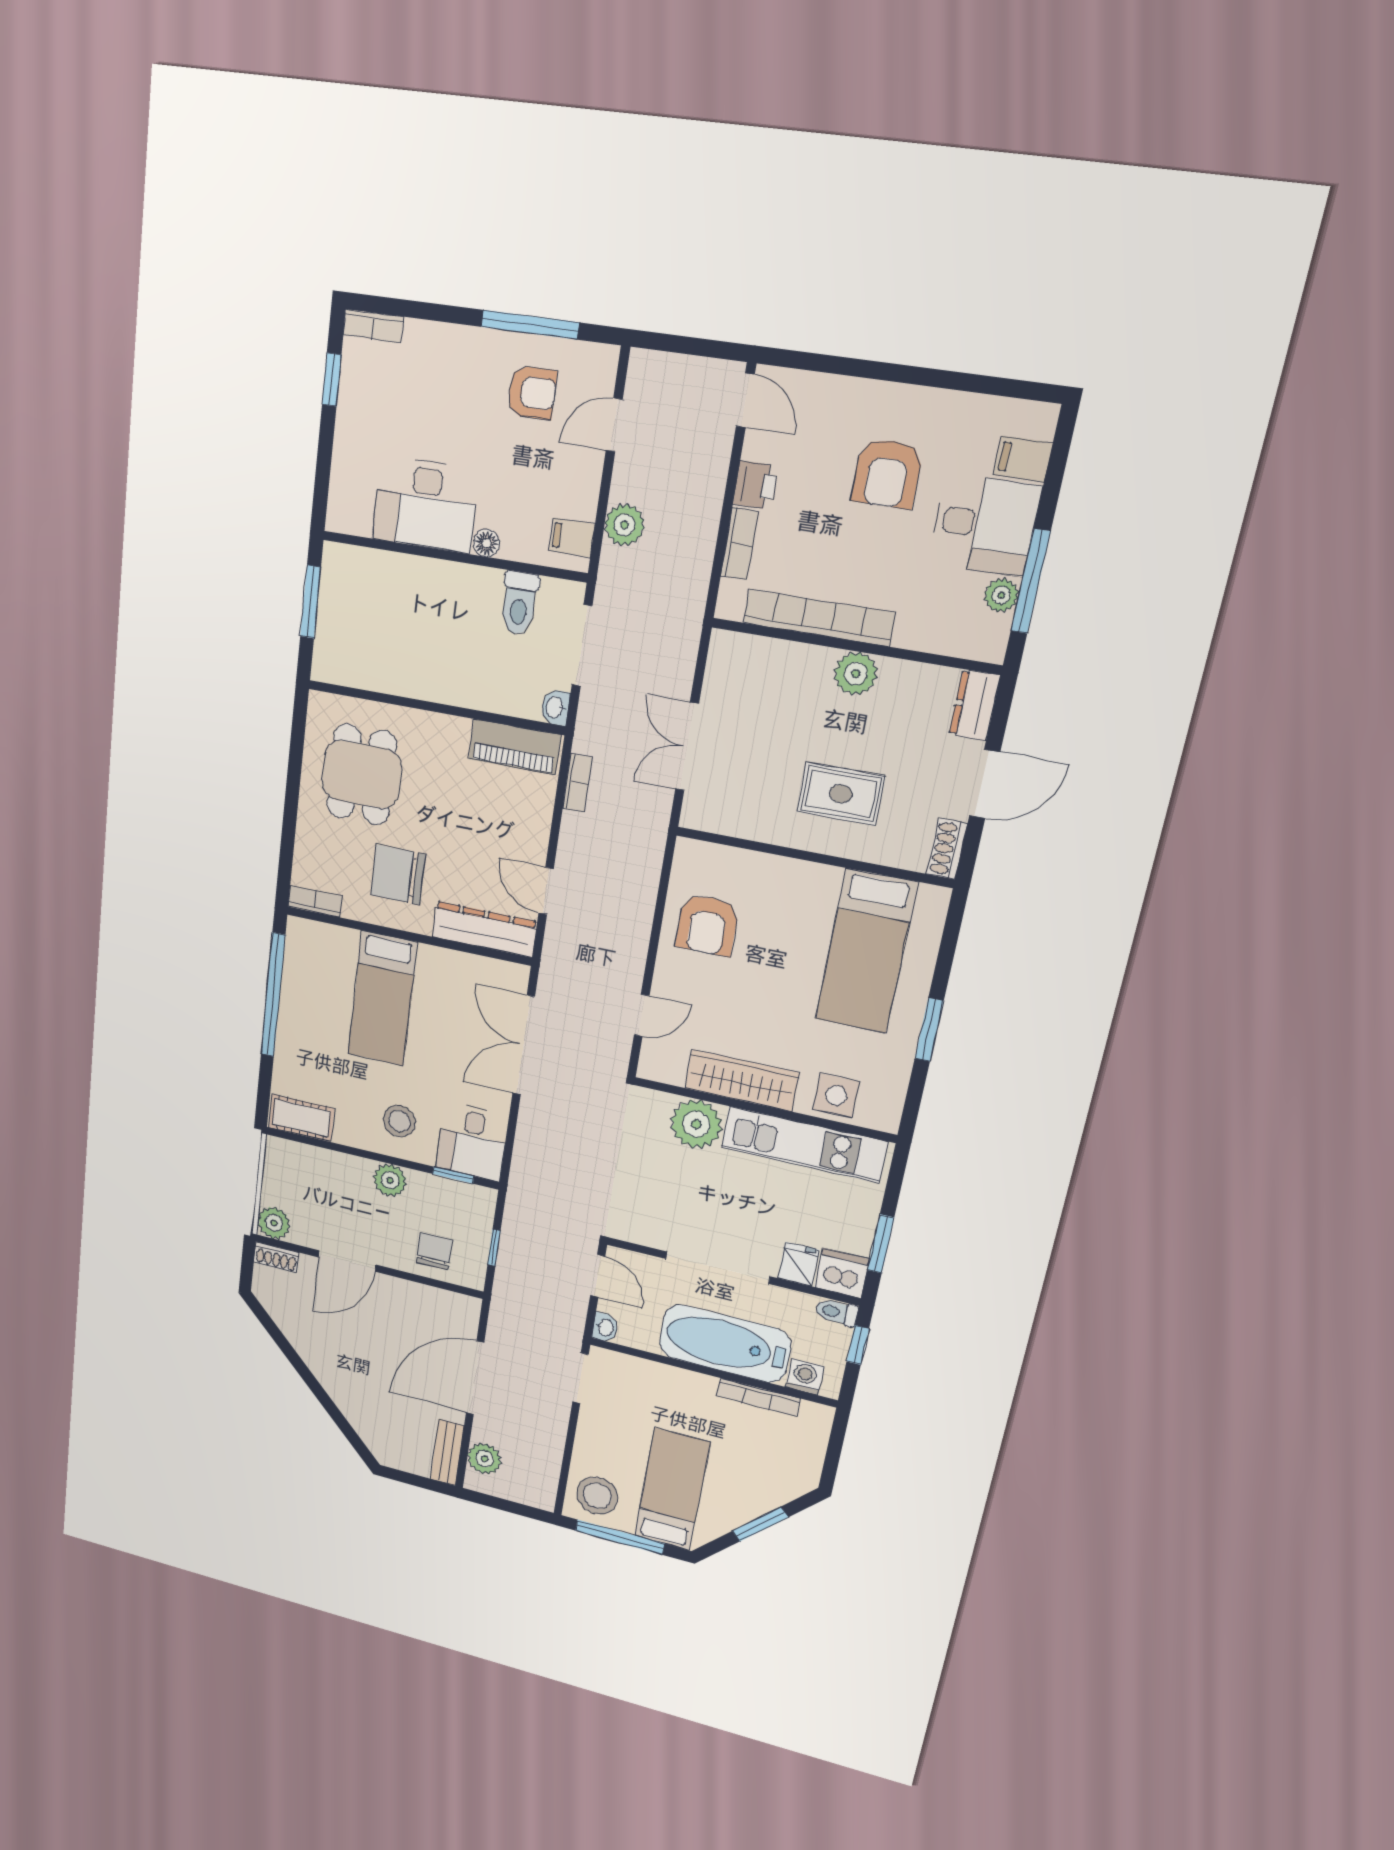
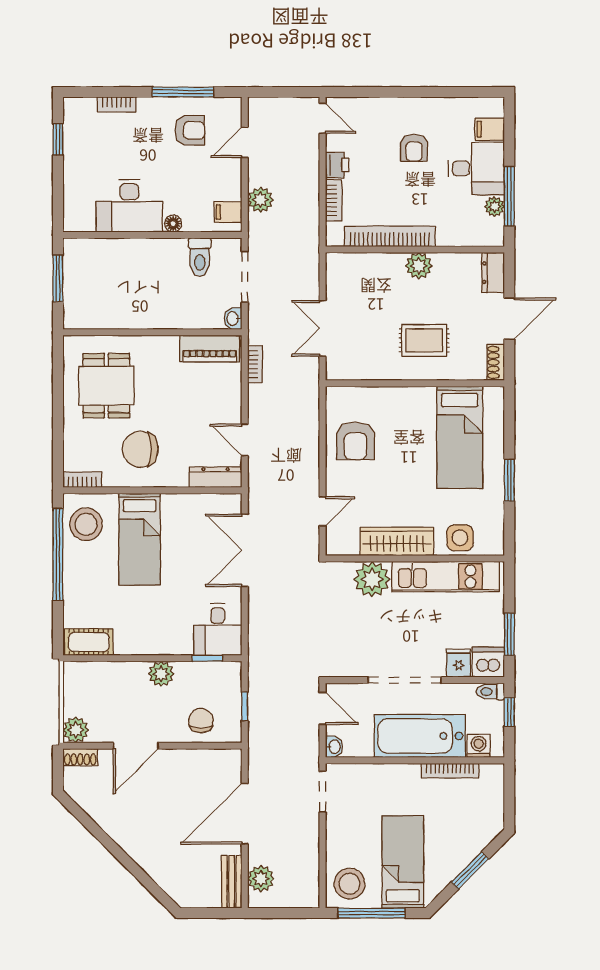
bookcase: (373, 326) -> (117, 105), moved
armchair: (887, 473) -> (414, 148), width x0.72, depth x0.72
dresser: (484, 929) -> (216, 477), width x0.73, depth x0.80
stool: (399, 1121) -> (86, 524), moved, width x1.38, depth x1.38

